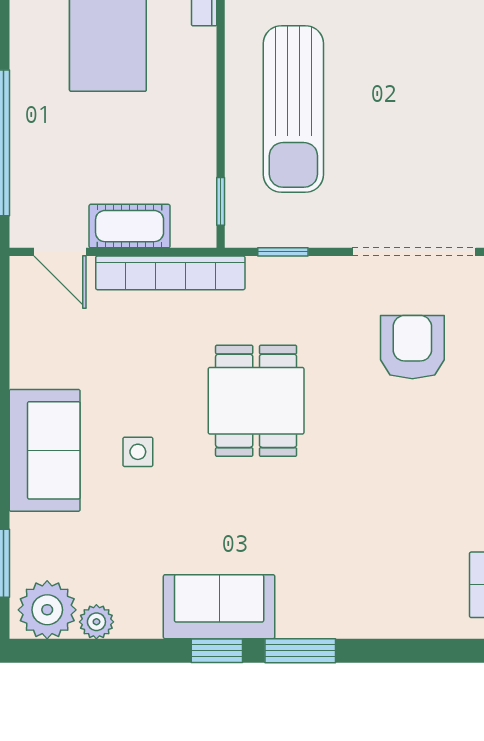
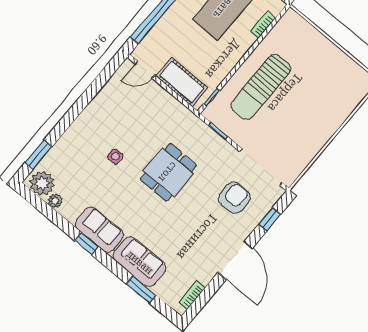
cot: (130, 226) -> (182, 82), width x1.37, depth x1.34
door: (60, 252) -> (145, 70), hinge flipped
bookcase: (170, 273) -> (175, 107), removed
sofa: (45, 450) -> (140, 262), moved, turned -90
window: (300, 651) -> (141, 289), moved

